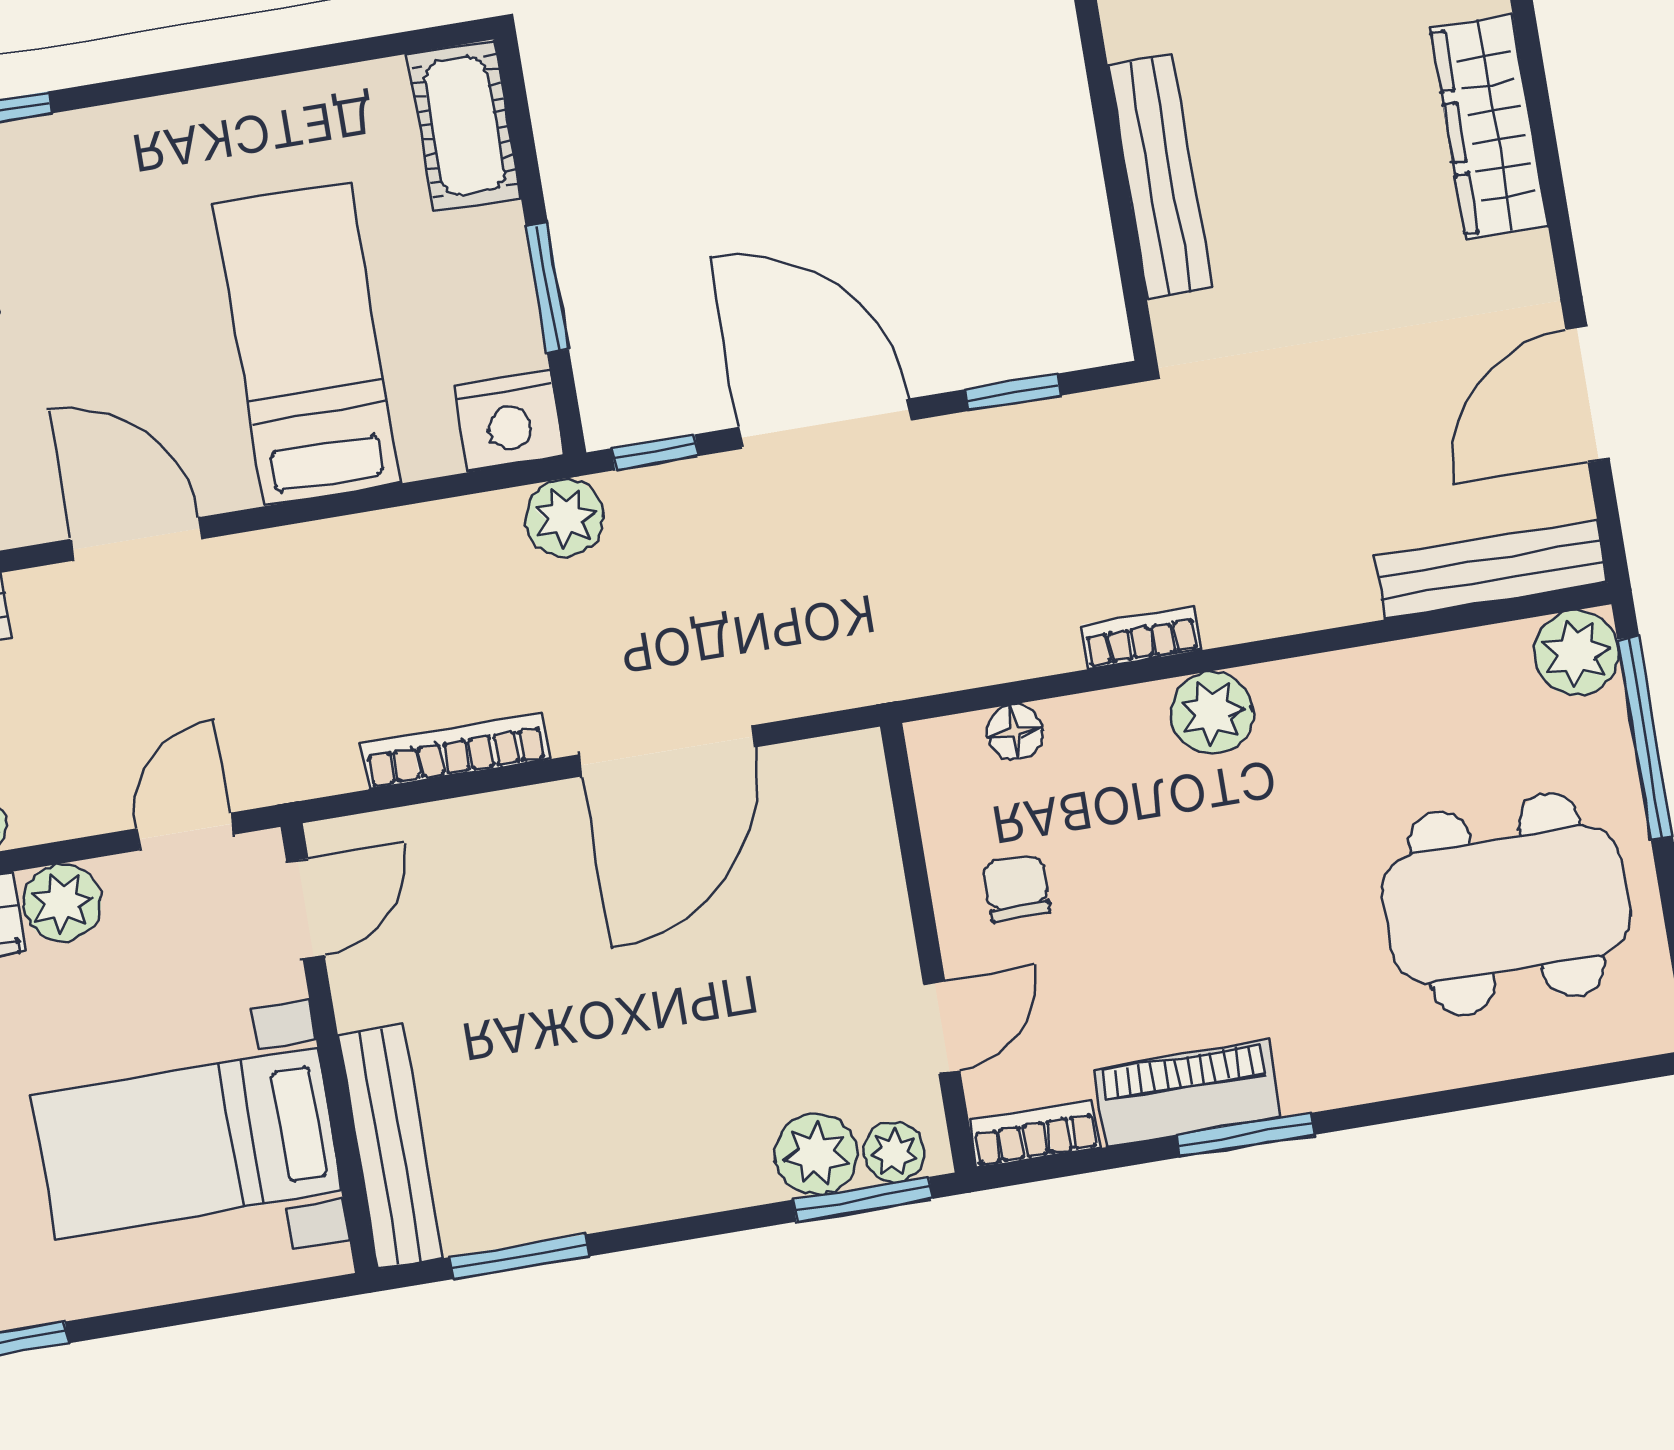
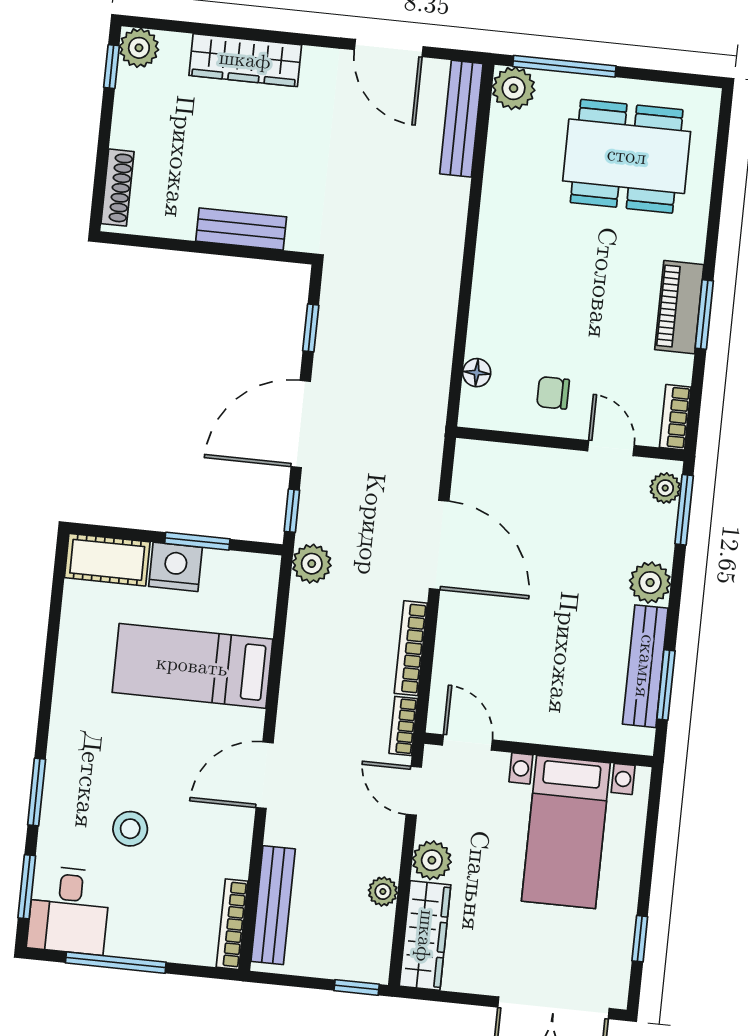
bench: (1160, 177) -> (241, 229), width x0.73
nightstand: (509, 421) -> (176, 567), moved, turned -90
bookcase: (1141, 637) -> (403, 726), moved
plant: (1212, 713) -> (494, 274), removed
dining table: (1506, 904) -> (627, 156), turned 90
piano: (1187, 1094) -> (679, 307), moved
bench: (390, 1147) -> (645, 666), moved, turned 90
plant: (816, 1154) -> (650, 583), moved

